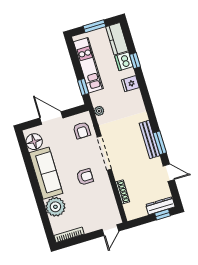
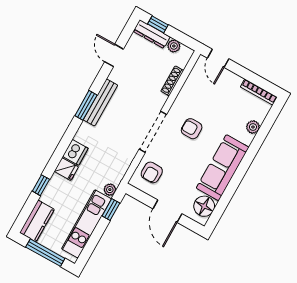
window: (94, 26) -> (45, 253), width x1.44
dishwasher: (124, 61) -> (75, 152), moved
plant: (99, 111) -> (110, 190), moved
armchair: (82, 130) -> (152, 172), turned 180
window: (160, 143) -> (86, 105), moved
plant: (55, 207) -> (253, 127), width x0.53, depth x0.53
plant: (141, 212) -> (174, 46), added
door: (110, 230) -> (218, 58), swing flipped

